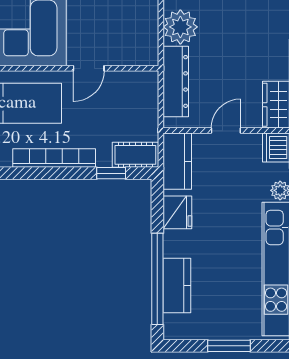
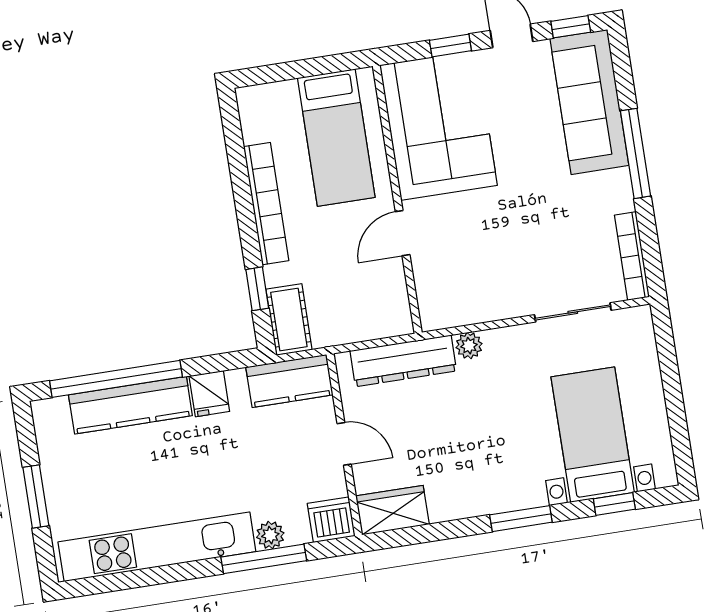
plant: (180, 27) -> (469, 346), width x0.53, depth x0.53
door: (89, 68) -> (403, 233), hinge flipped
fridge: (177, 212) -> (209, 394), width x0.72
kitchen counter: (177, 286) -> (130, 405), width x1.50

